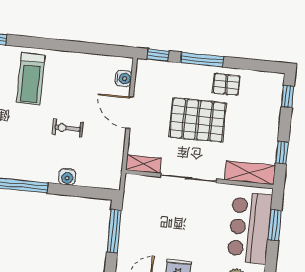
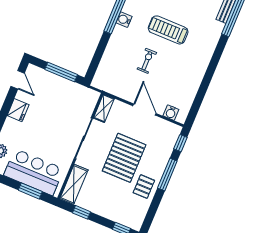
treadmill: (31, 79) -> (168, 30), moved
door: (130, 113) -> (144, 110), hinge flipped
water cooler: (67, 177) -> (124, 20), moved

